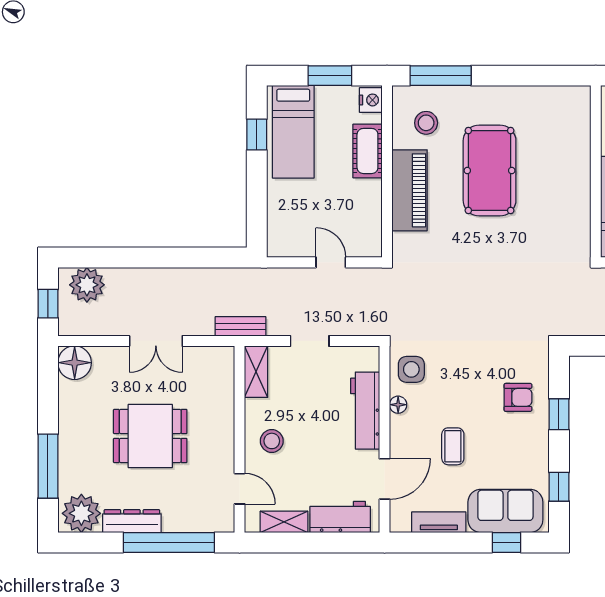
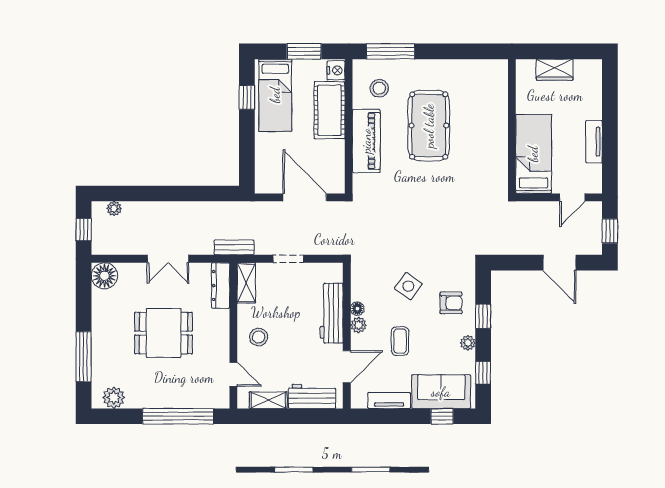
cot: (367, 151) -> (330, 110), width x1.37, depth x1.34
door: (331, 262) -> (305, 197), width x1.87
plant: (87, 285) -> (114, 208), width x0.53, depth x0.53
side table: (411, 369) -> (408, 286), moved, turned 36
plant: (400, 426) -> (359, 325), added
plant: (539, 449) -> (468, 343), added
plant: (81, 513) -> (114, 398), width x0.73, depth x0.73
dresser: (132, 521) -> (221, 286), moved, turned -90

